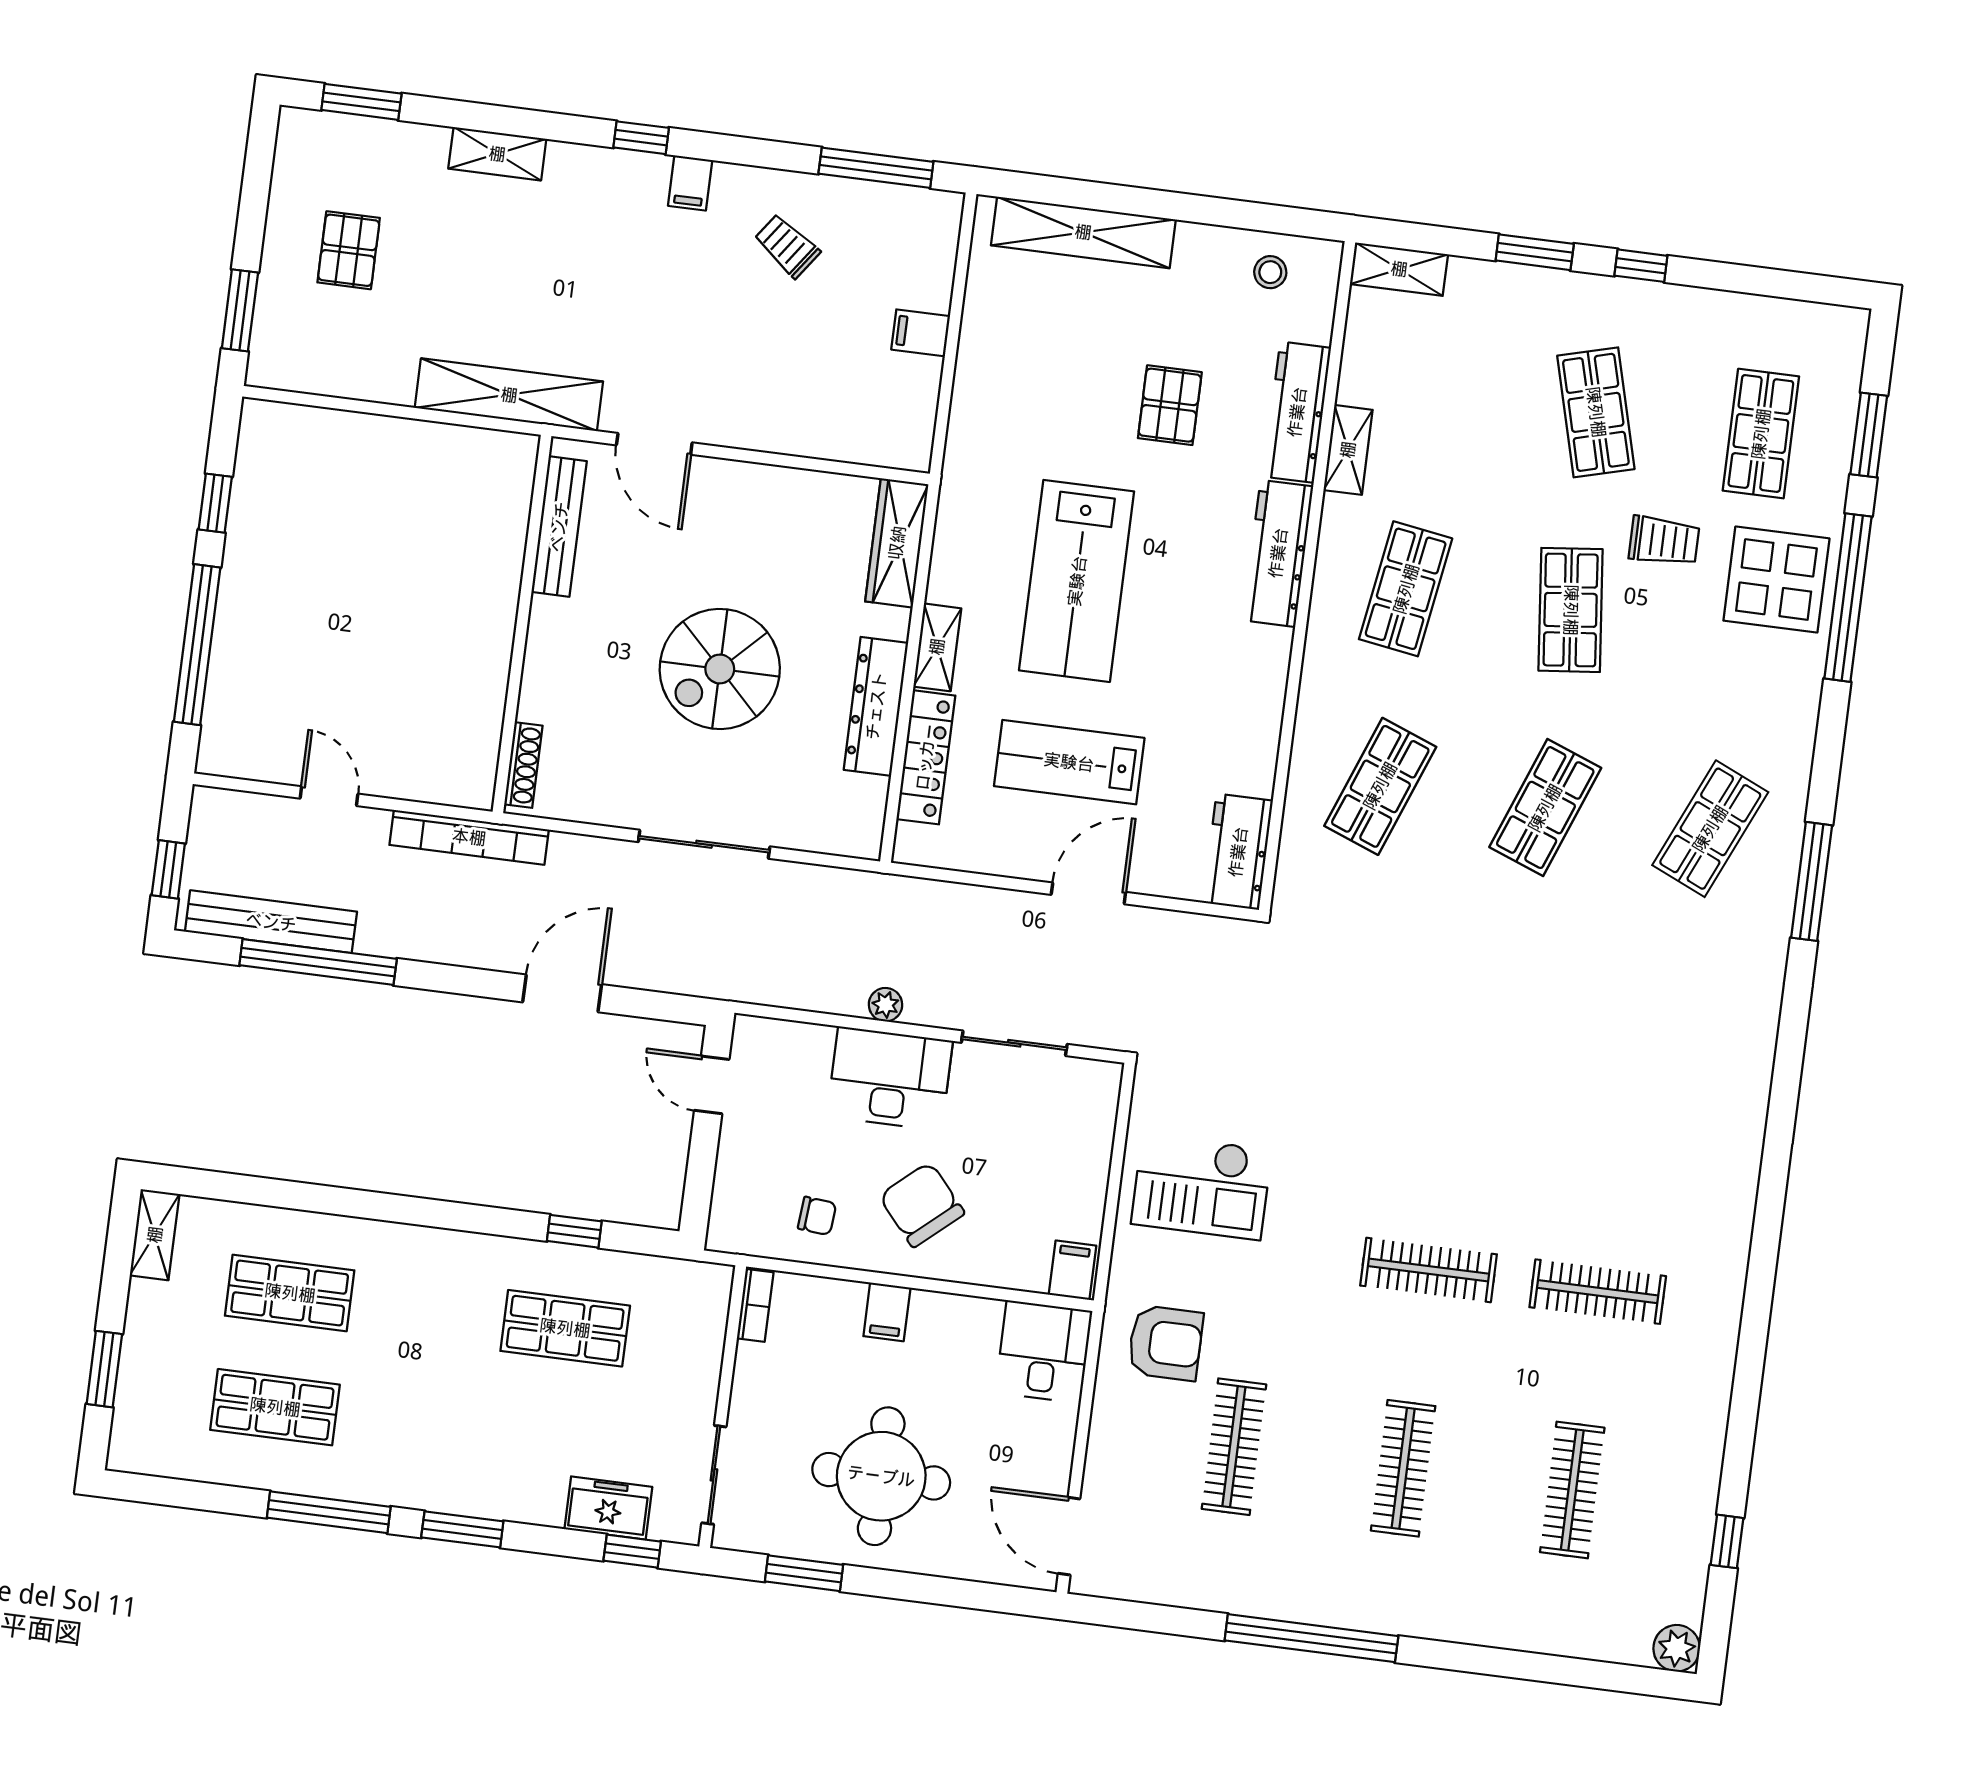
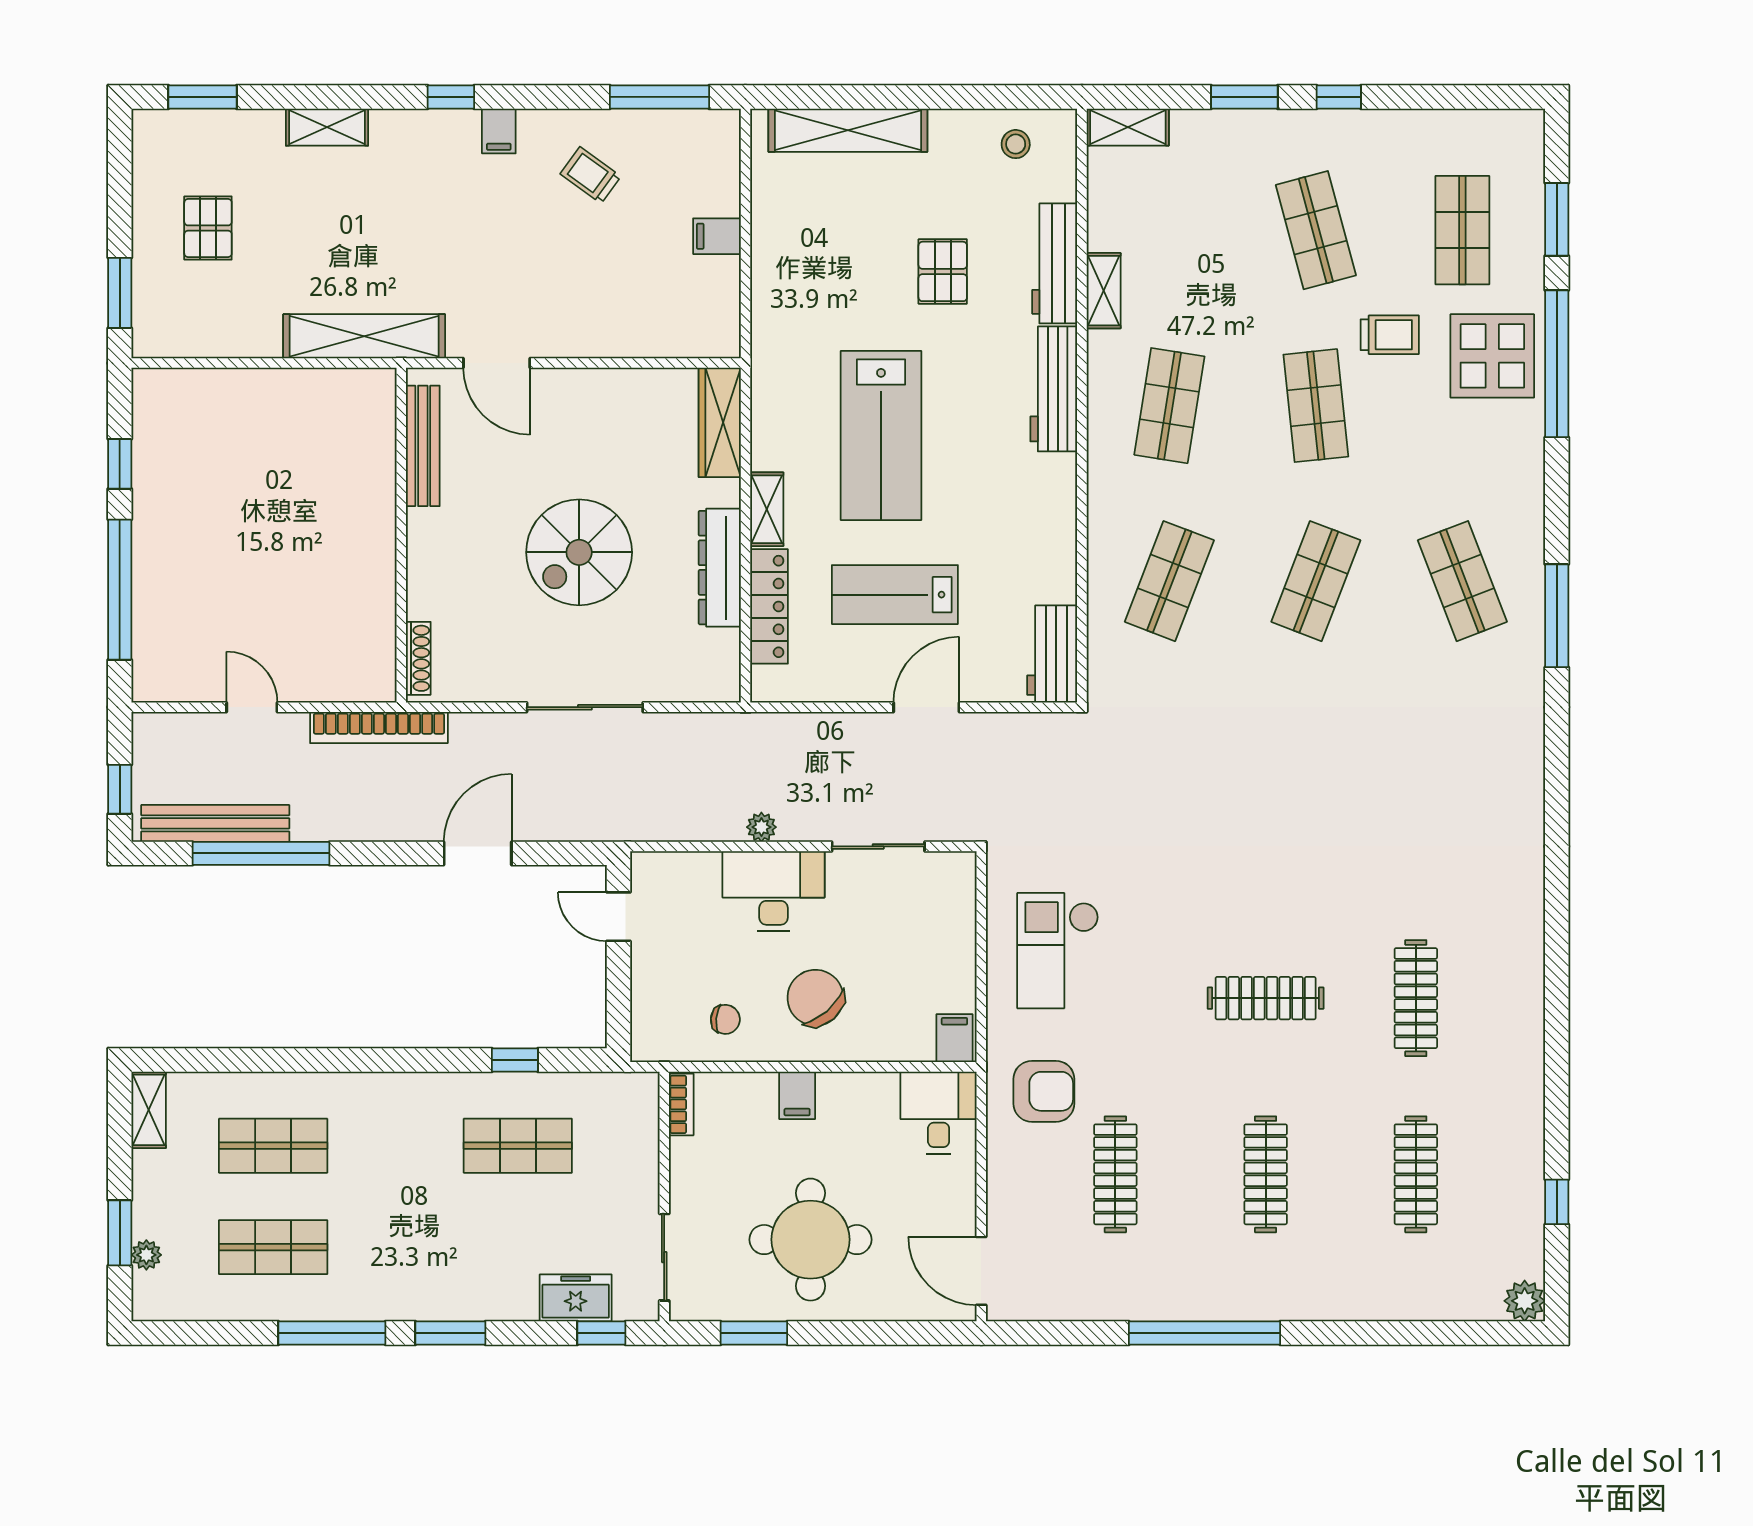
shop shelf: (1710, 829) -> (1462, 581), turned -45
checkout: (1201, 1187) -> (1058, 951), turned 90
clothes rail: (1598, 1292) -> (1416, 998), turned 90
plant: (131, 1398) -> (146, 1255), added

